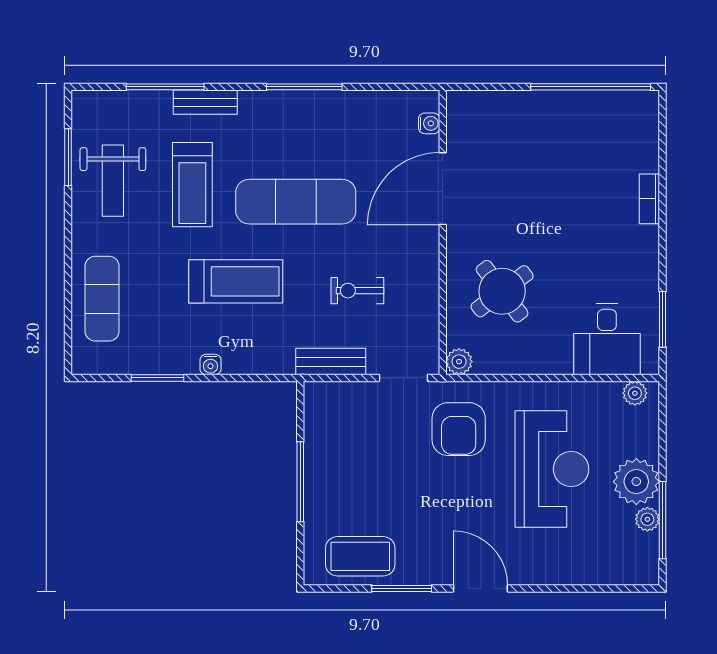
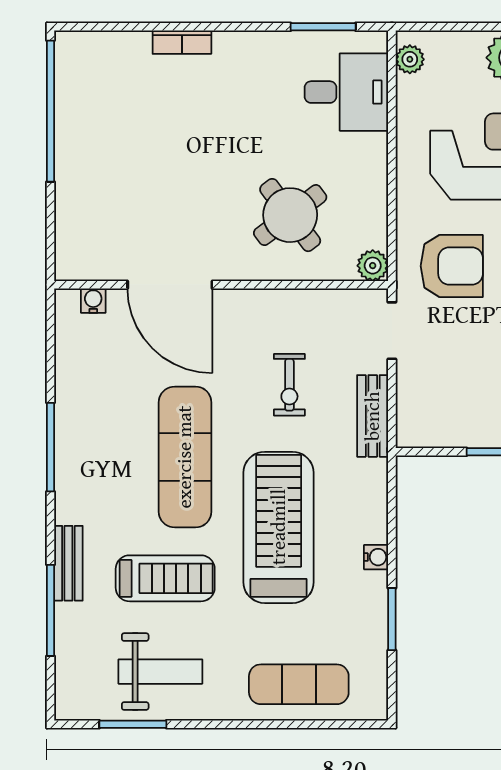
treadmill: (236, 281) -> (279, 527), width x1.37, depth x1.37

